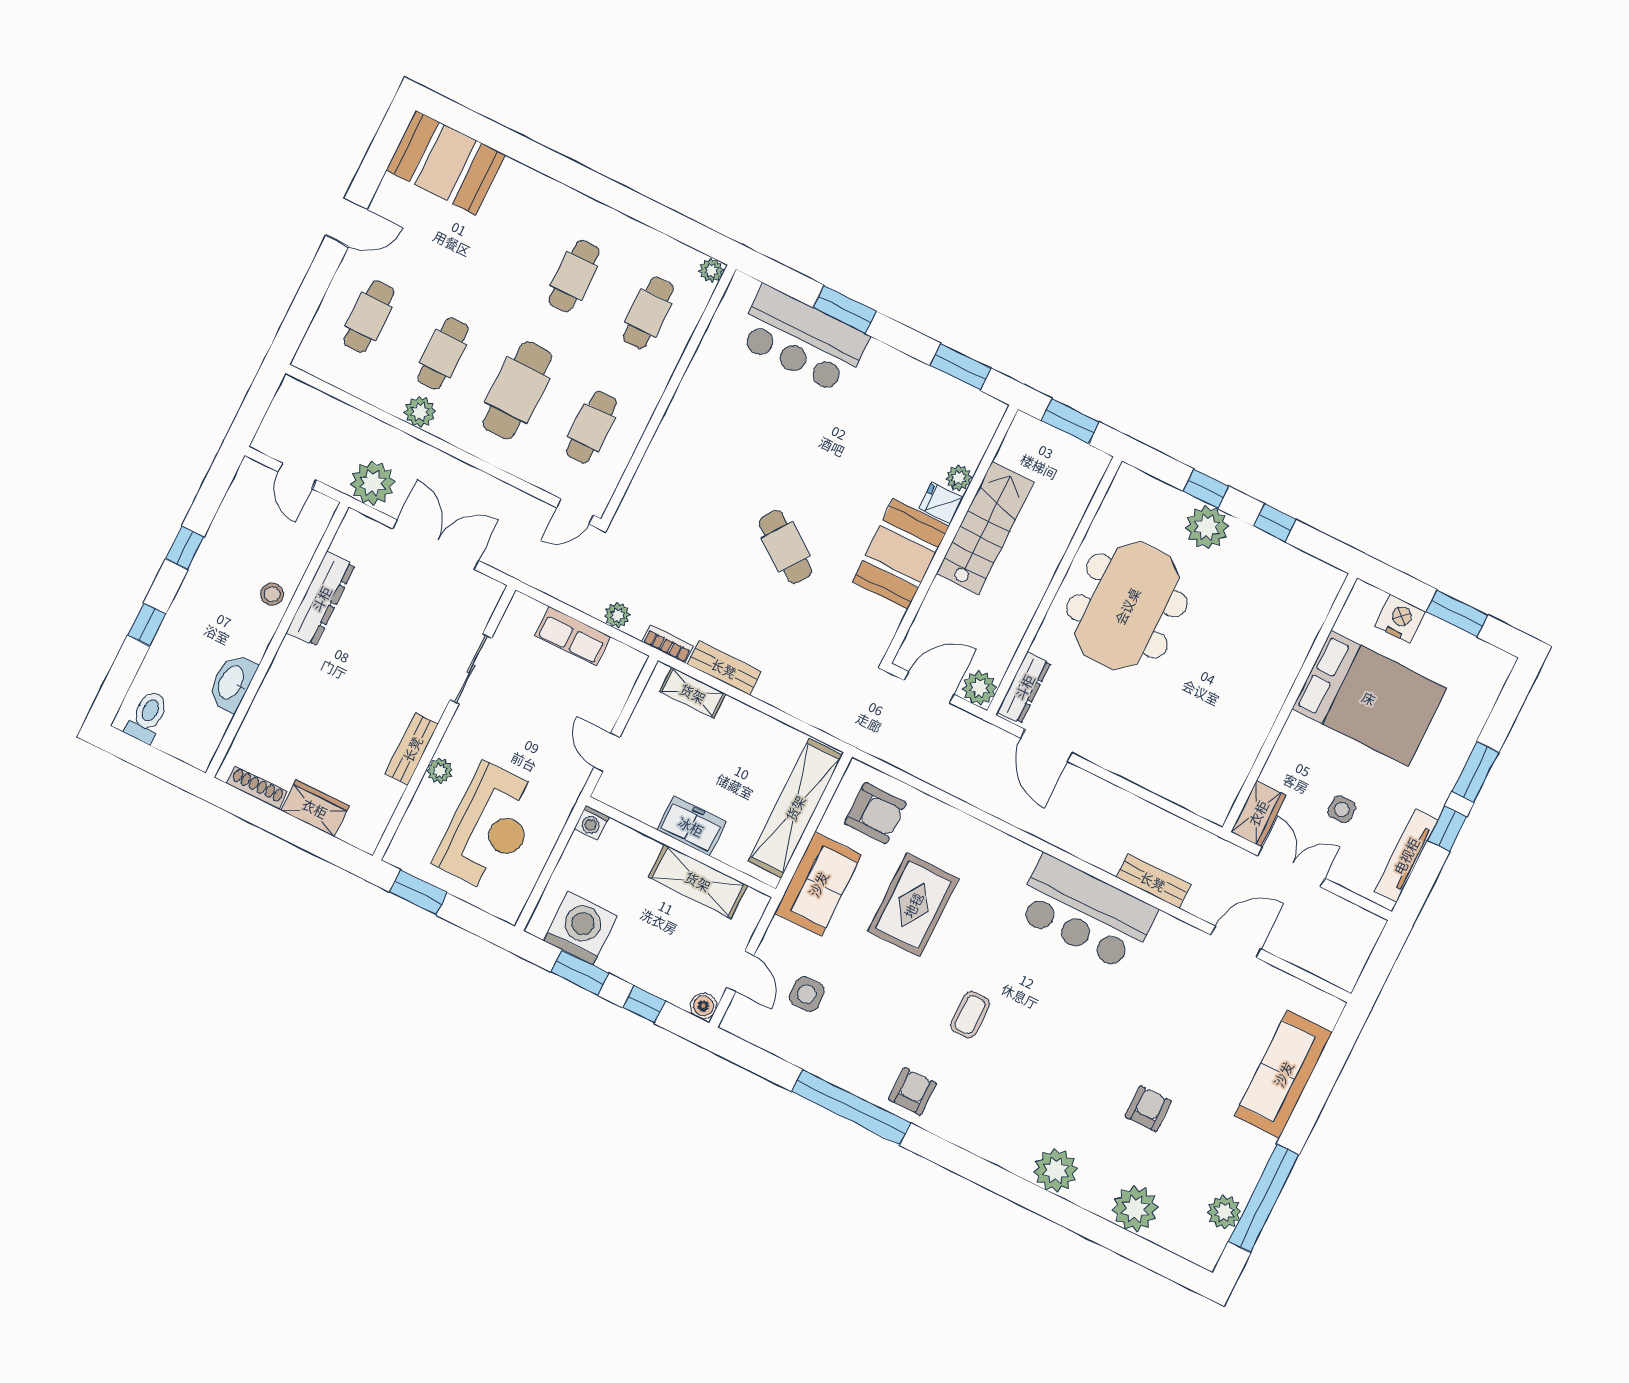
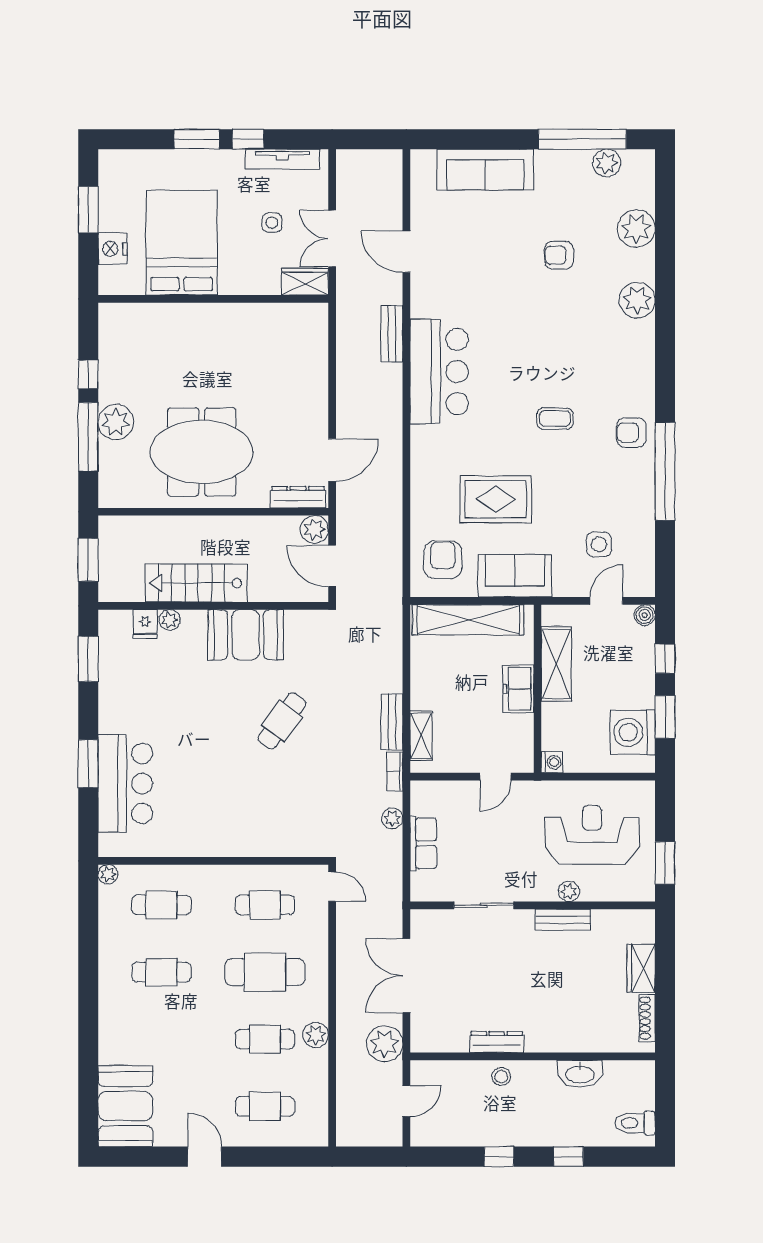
window: (1206, 489) -> (88, 437), width x2.17
fridge: (941, 503) -> (145, 624), moved
dresser: (321, 599) -> (497, 1042), width x0.73, depth x0.80

